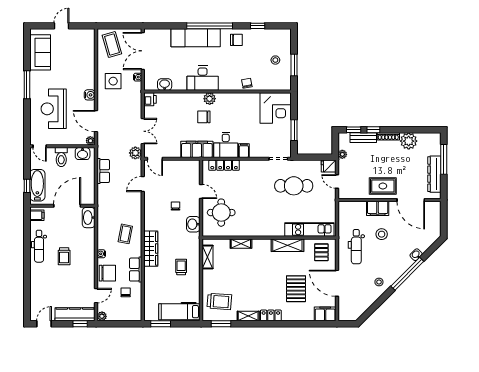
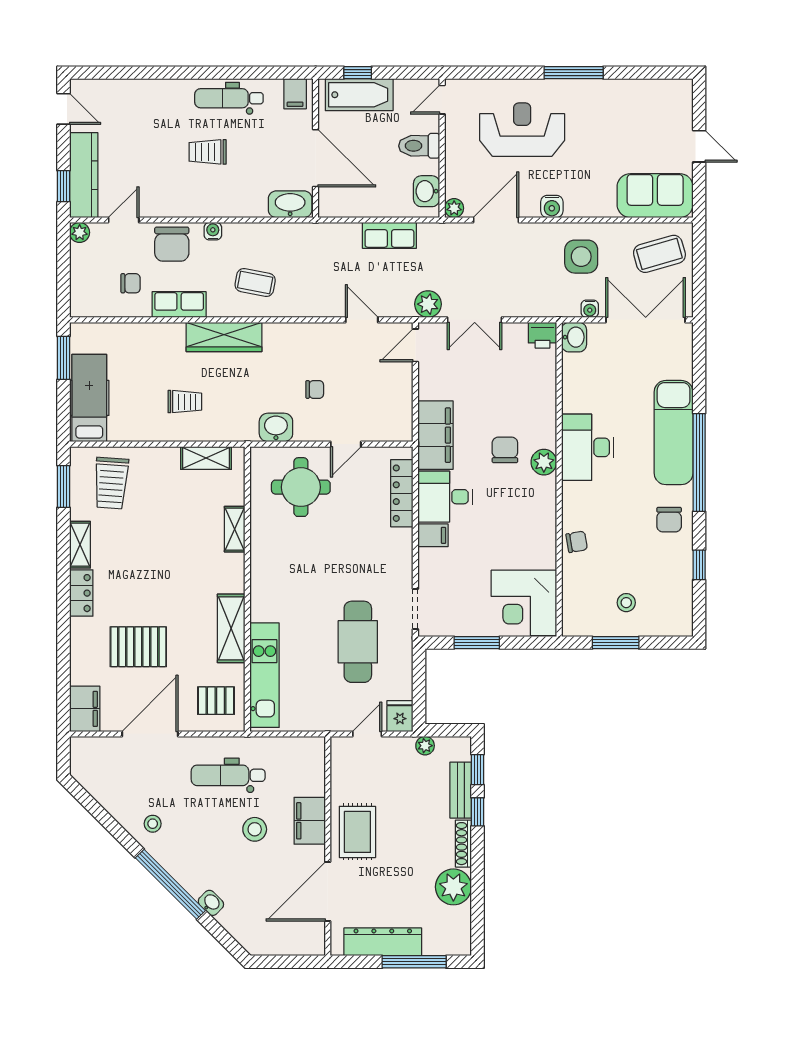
sofa: (40, 52) -> (655, 196), moved, turned 180
washbasin: (165, 84) -> (574, 337), moved
door: (96, 296) -> (124, 220), swing flipped

